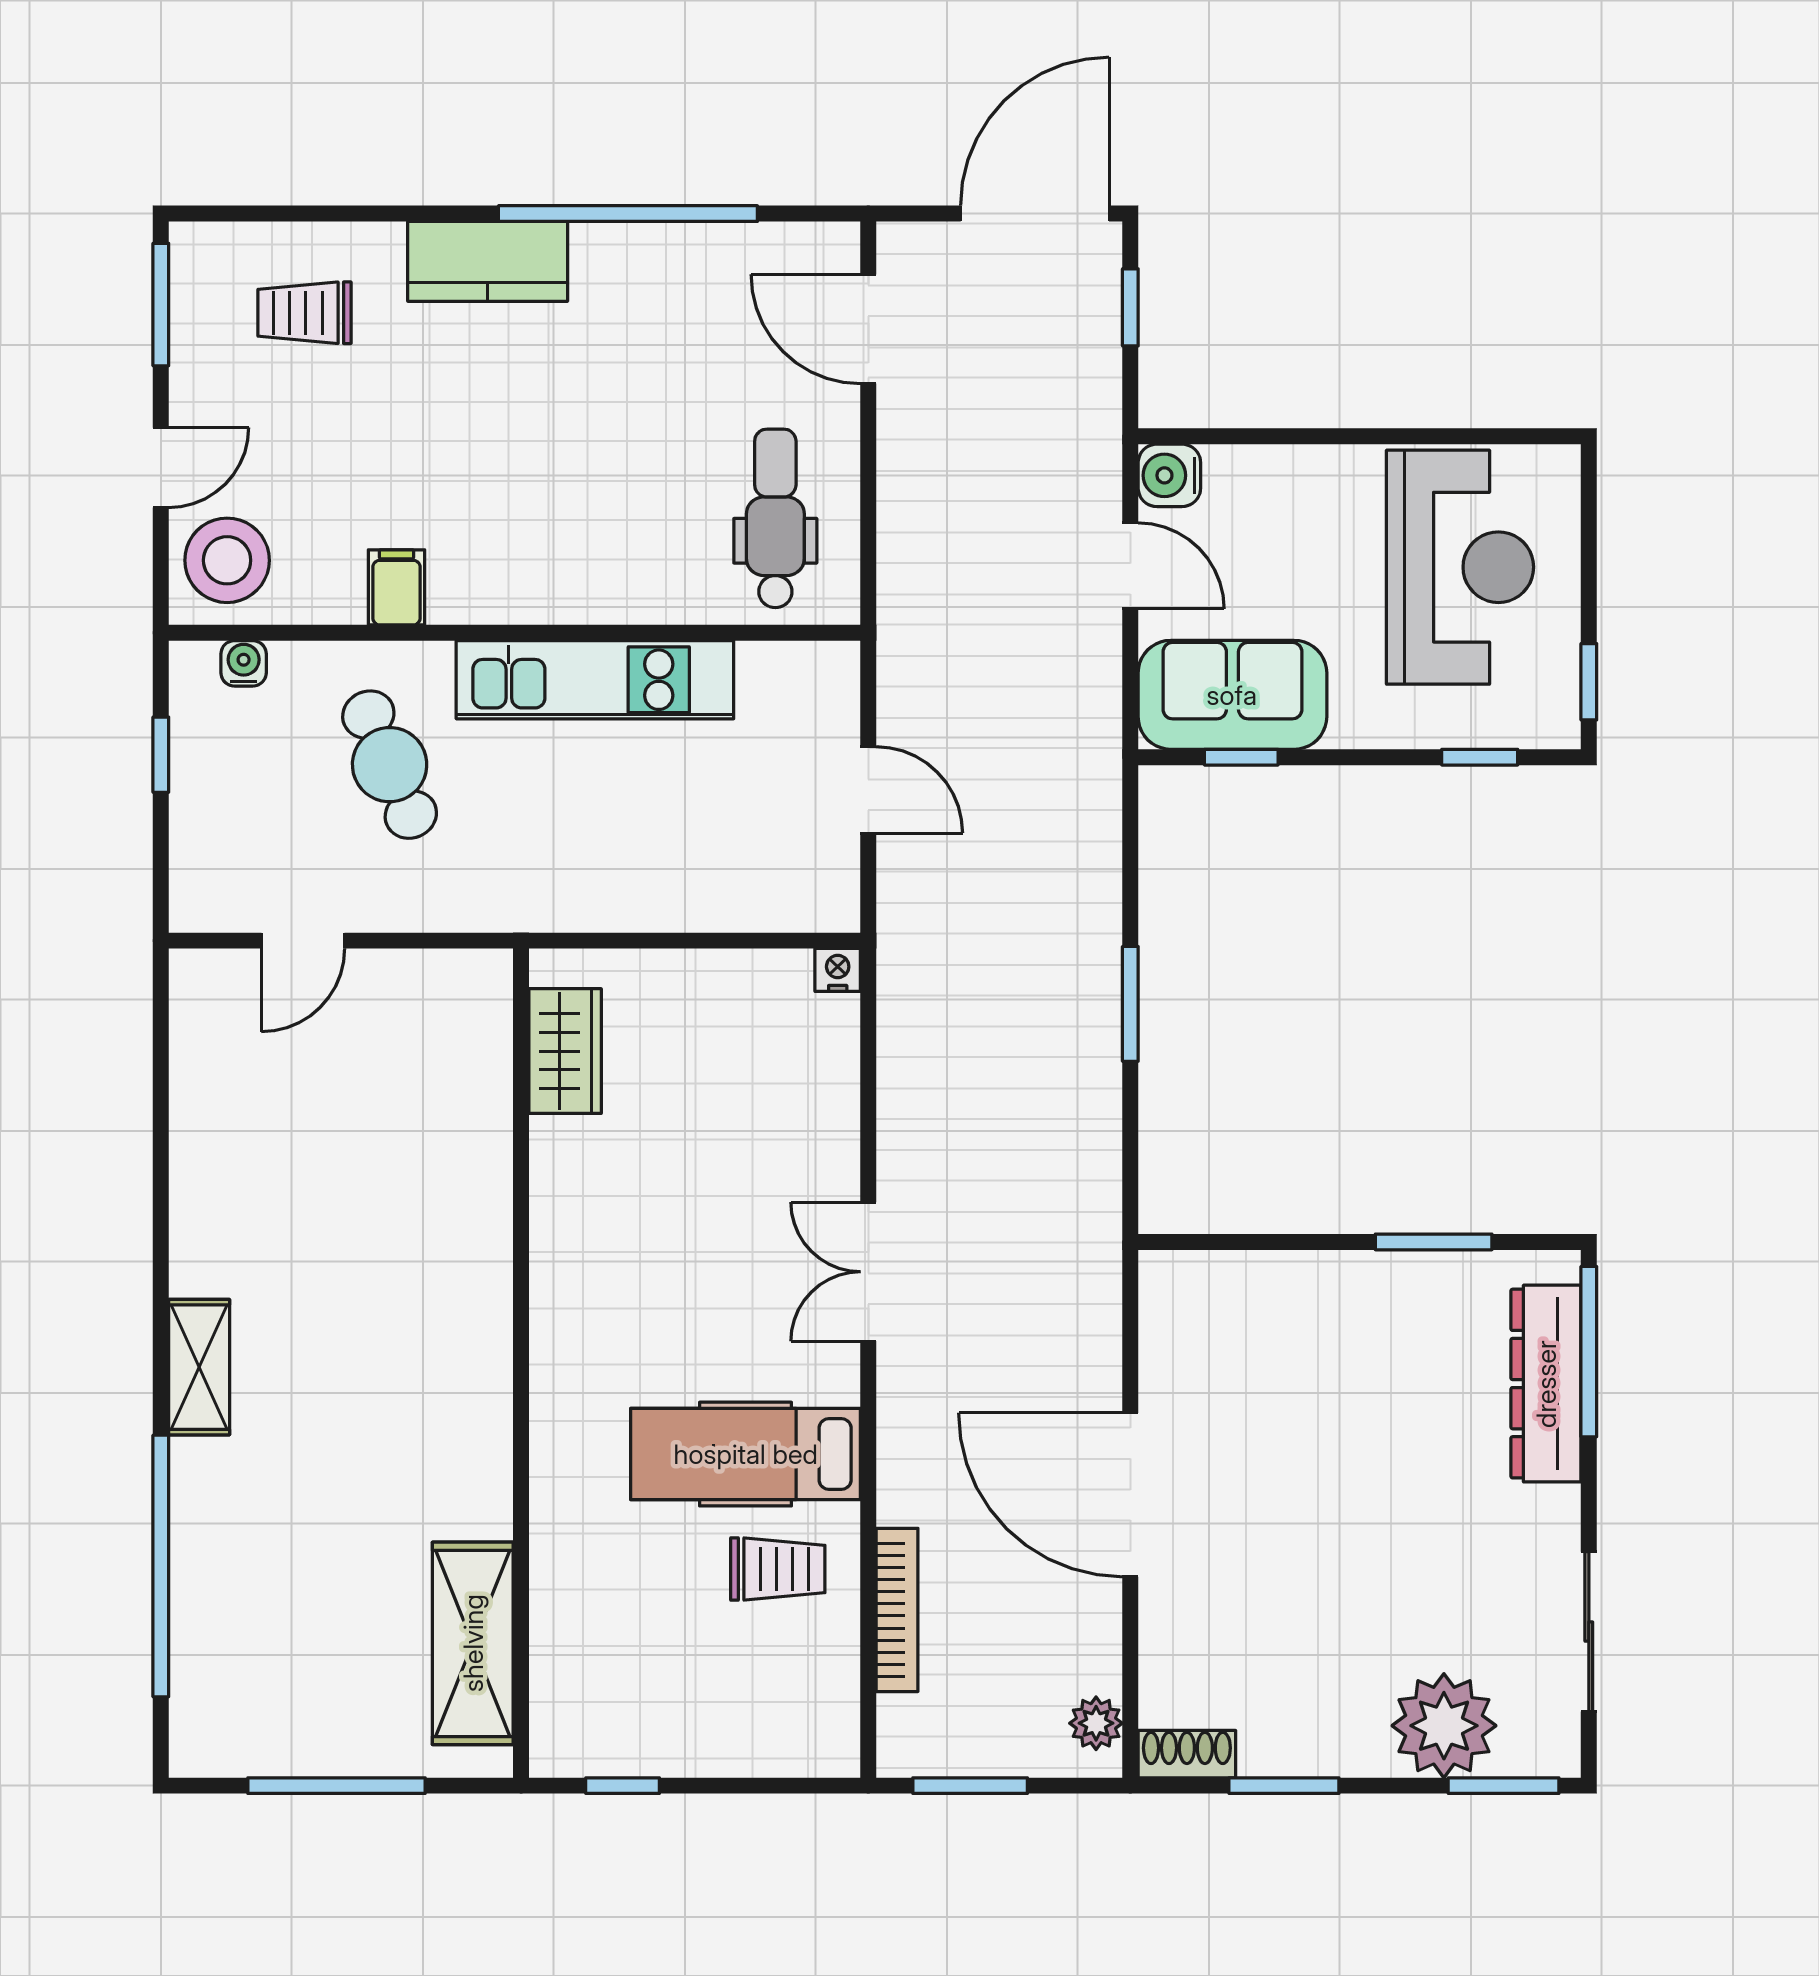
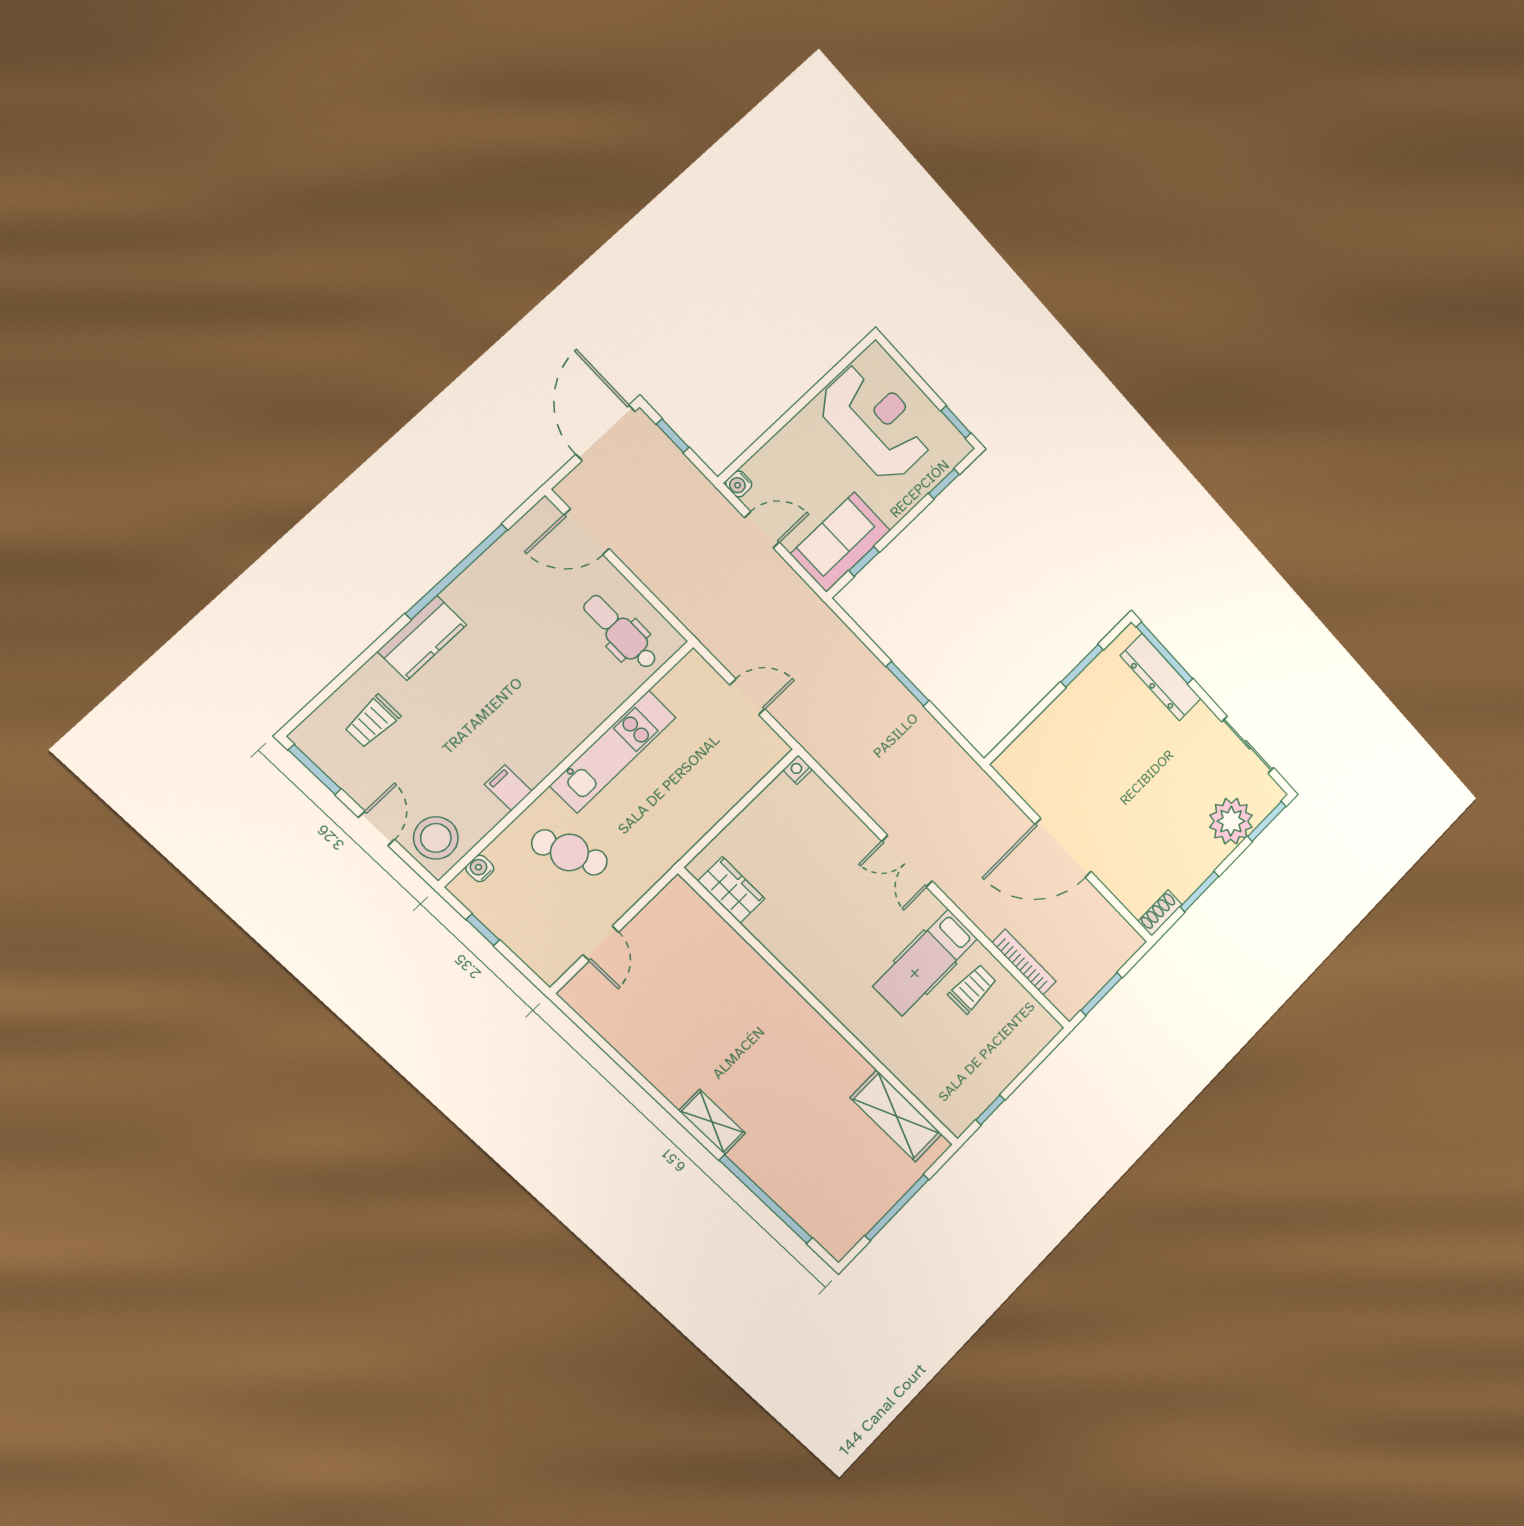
water cooler: (1169, 475) -> (739, 484), width x0.72, depth x0.72
plant: (1096, 1723) -> (1122, 933), removed

